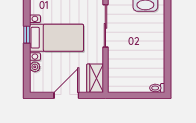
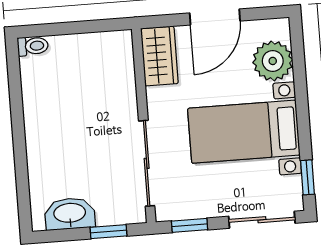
window: (27, 35) -> (308, 177), moved
plant: (35, 67) -> (273, 61), width x1.88, depth x1.88

